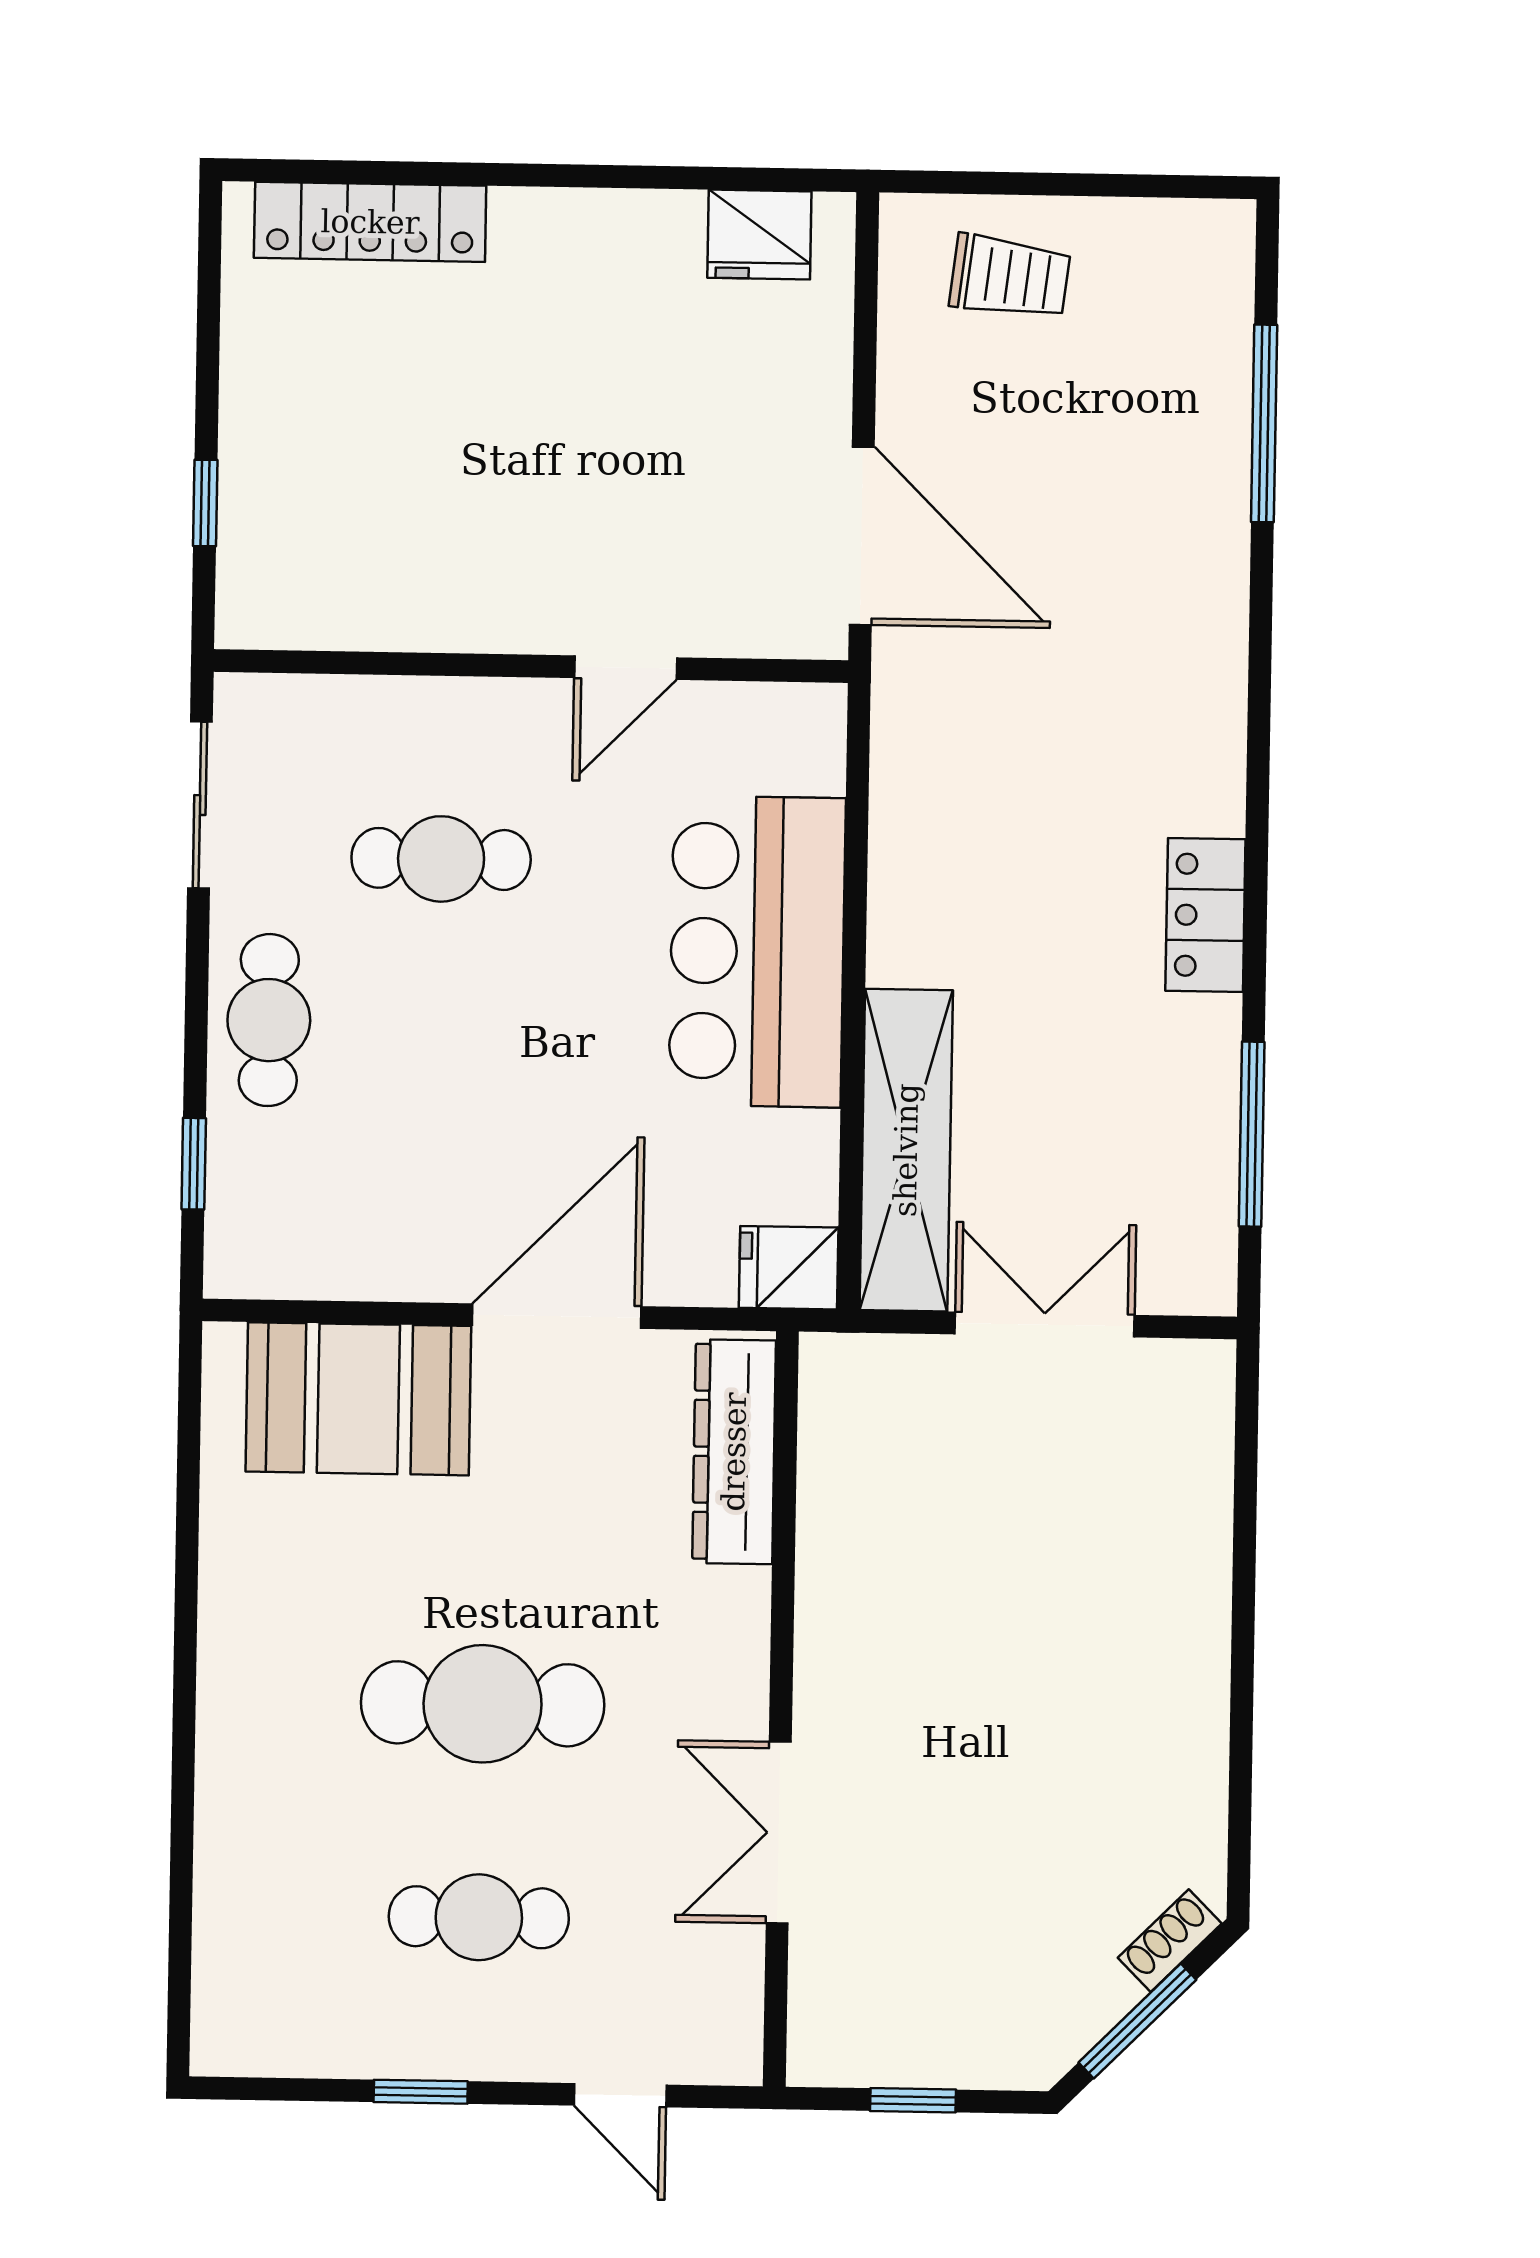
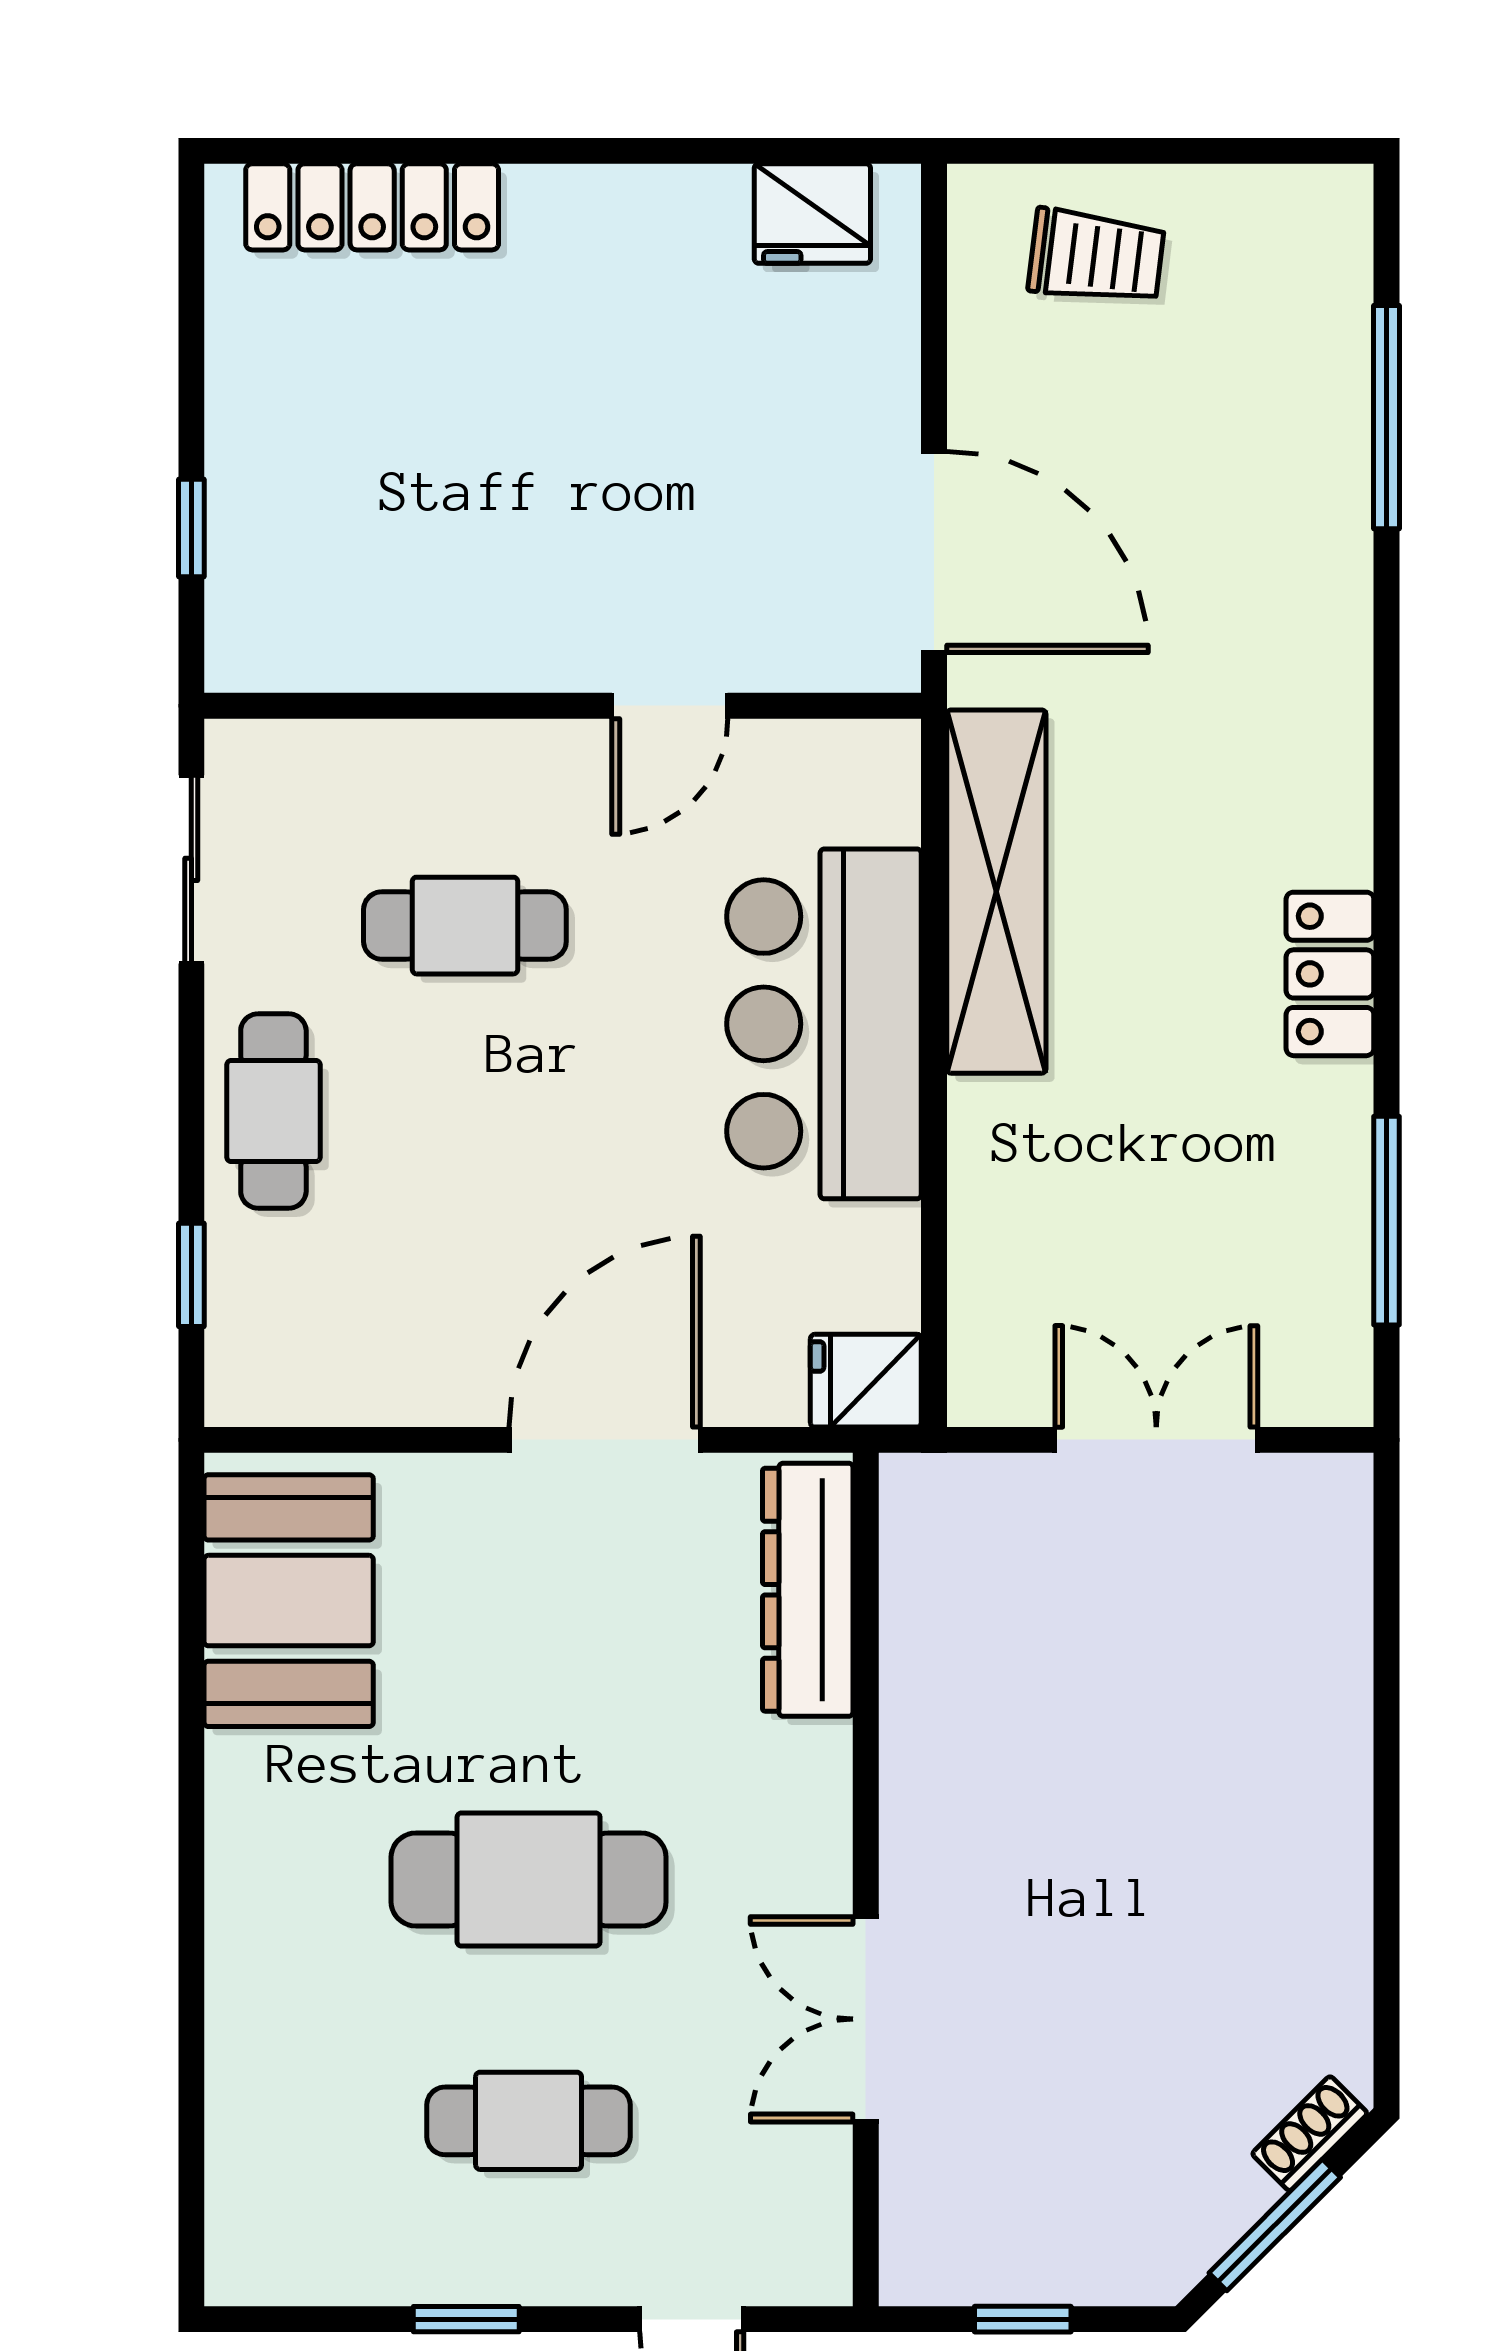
shelving: (906, 1150) -> (996, 892), moved
booth: (358, 1399) -> (289, 1601), moved, turned 90

